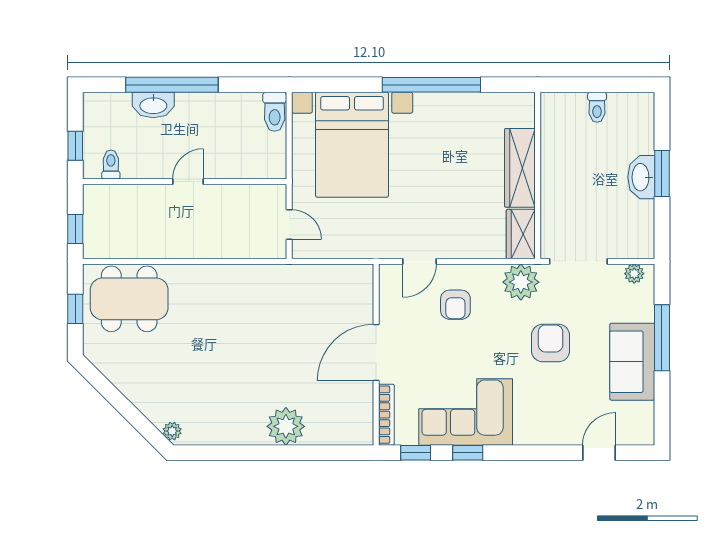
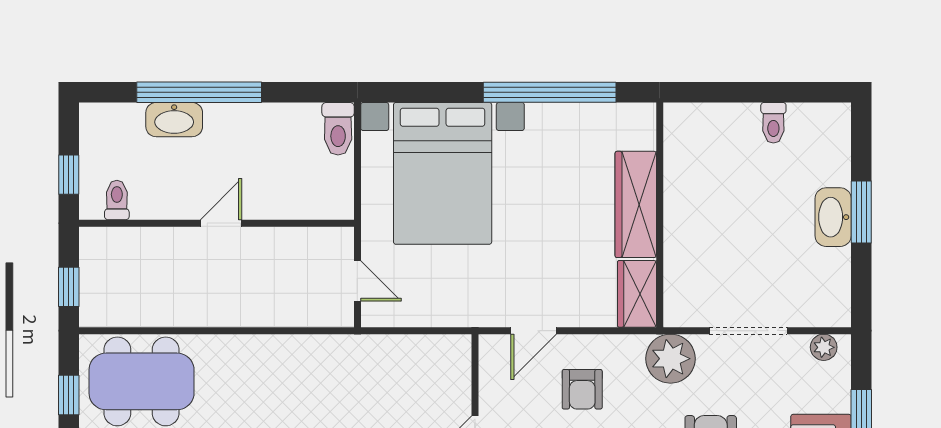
wardrobe: (520, 168) -> (636, 204), moved
wall: (538, 176) -> (660, 215), moved
wardrobe: (521, 234) -> (637, 294), moved

